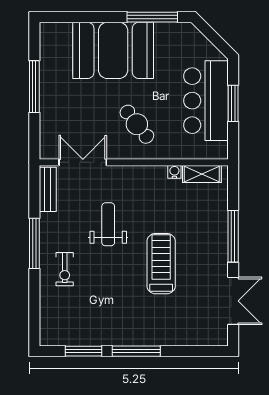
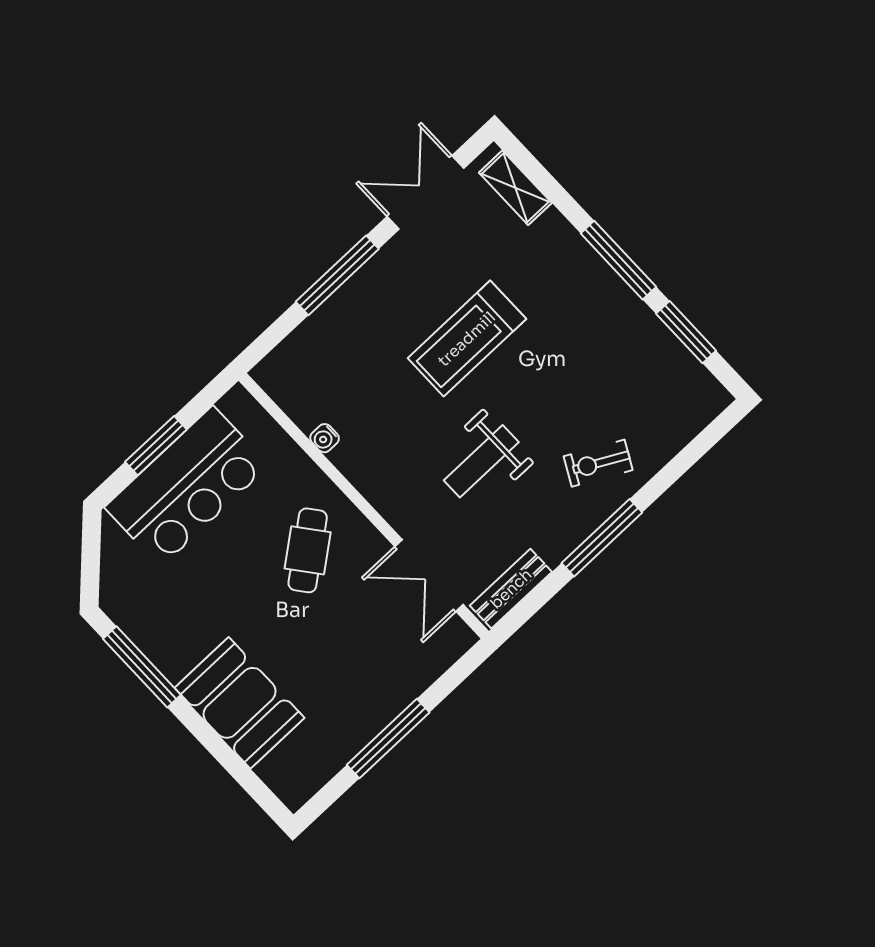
booth: (113, 50) -> (240, 703), width x0.73, depth x0.70
shelving: (202, 174) -> (515, 188), moved
exercise bike: (65, 269) -> (598, 463), turned -152

